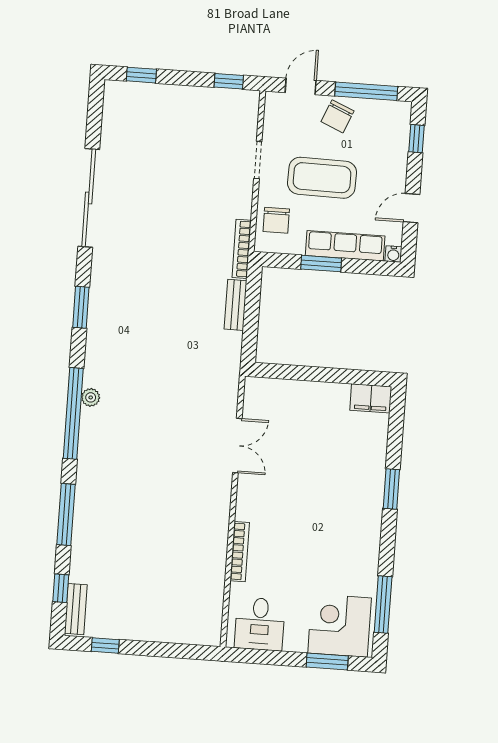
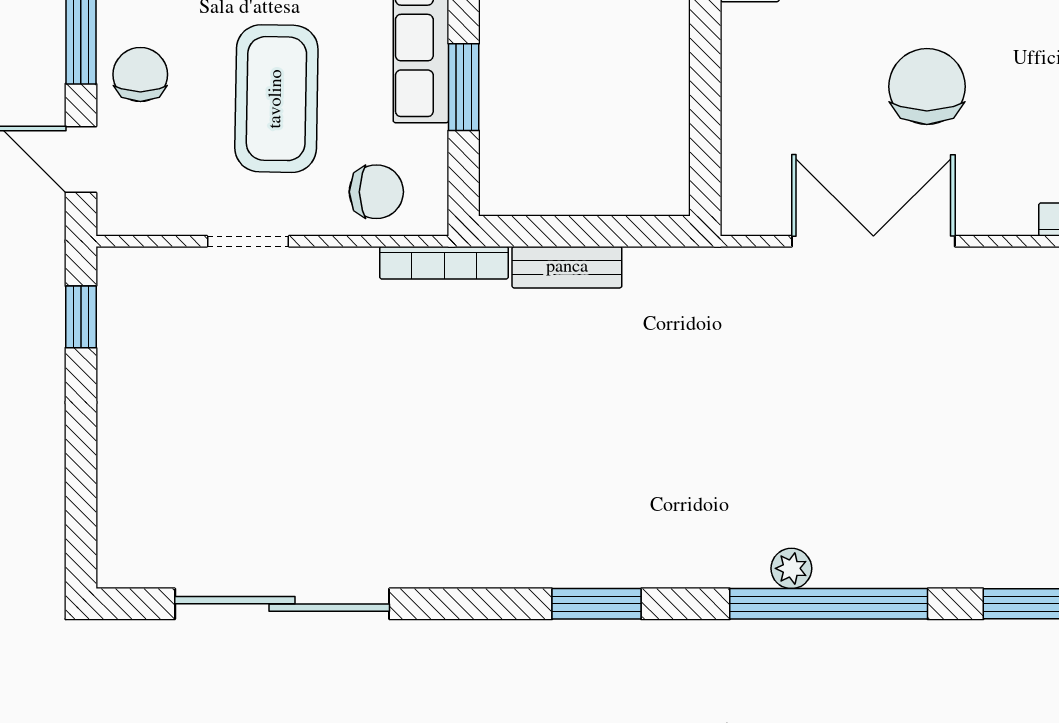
window: (141, 75) -> (81, 508), removed
chair: (337, 116) -> (140, 74), turned -113
sliding door: (89, 198) -> (282, 604), moved
double door: (237, 446) -> (873, 241), width x1.37
chair: (306, 475) -> (927, 87), added

